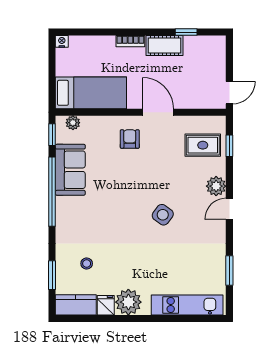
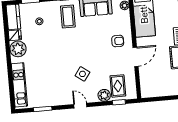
door: (229, 93) -> (151, 99), removed
plant: (216, 186) -> (104, 95), moved
side table: (163, 215) -> (82, 74), moved
coffee table: (83, 216) -> (68, 17), added

